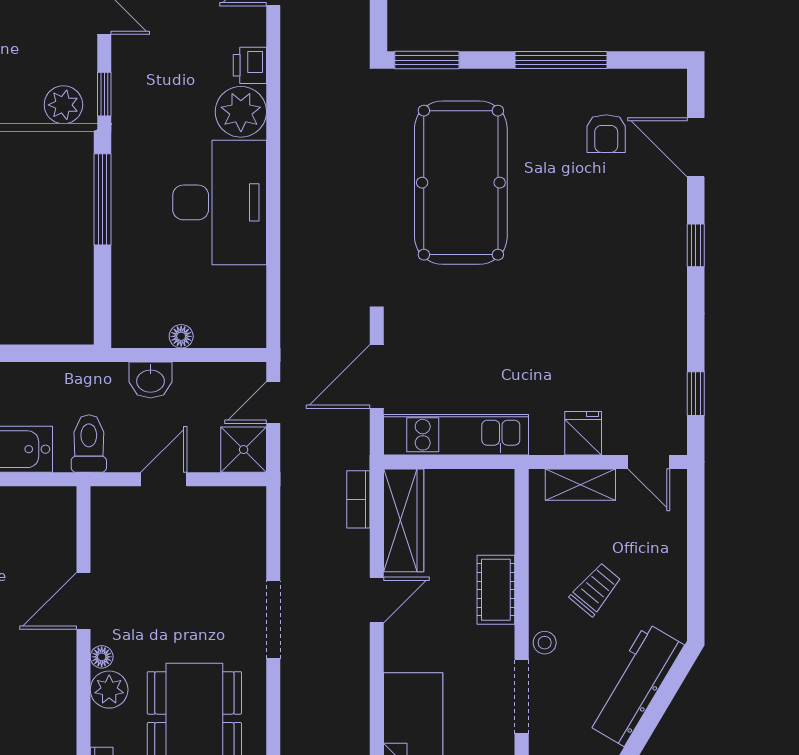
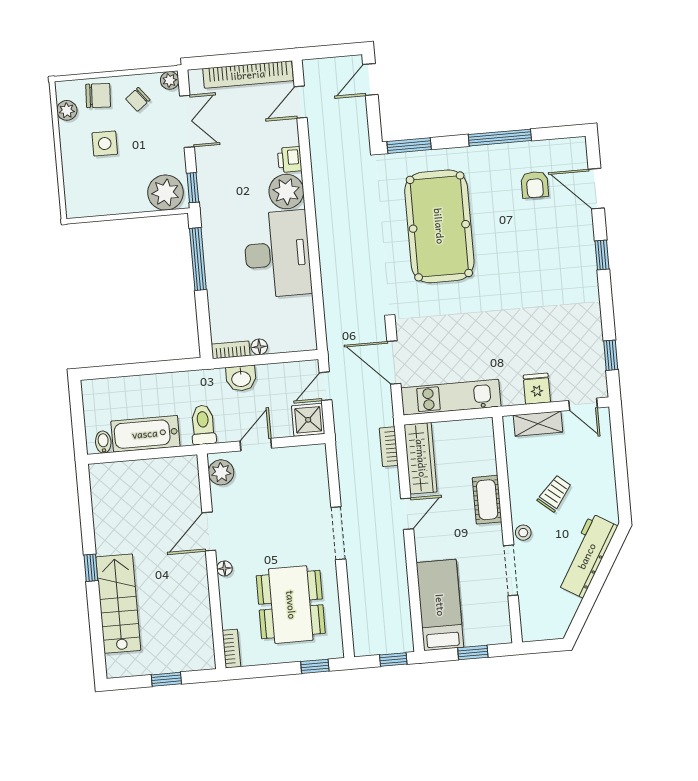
plant: (63, 105) -> (165, 193), width x1.36, depth x1.36
bookcase: (139, 337) -> (231, 350), added
door: (377, 376) -> (394, 362), hinge flipped
plant: (109, 690) -> (221, 472), moved

